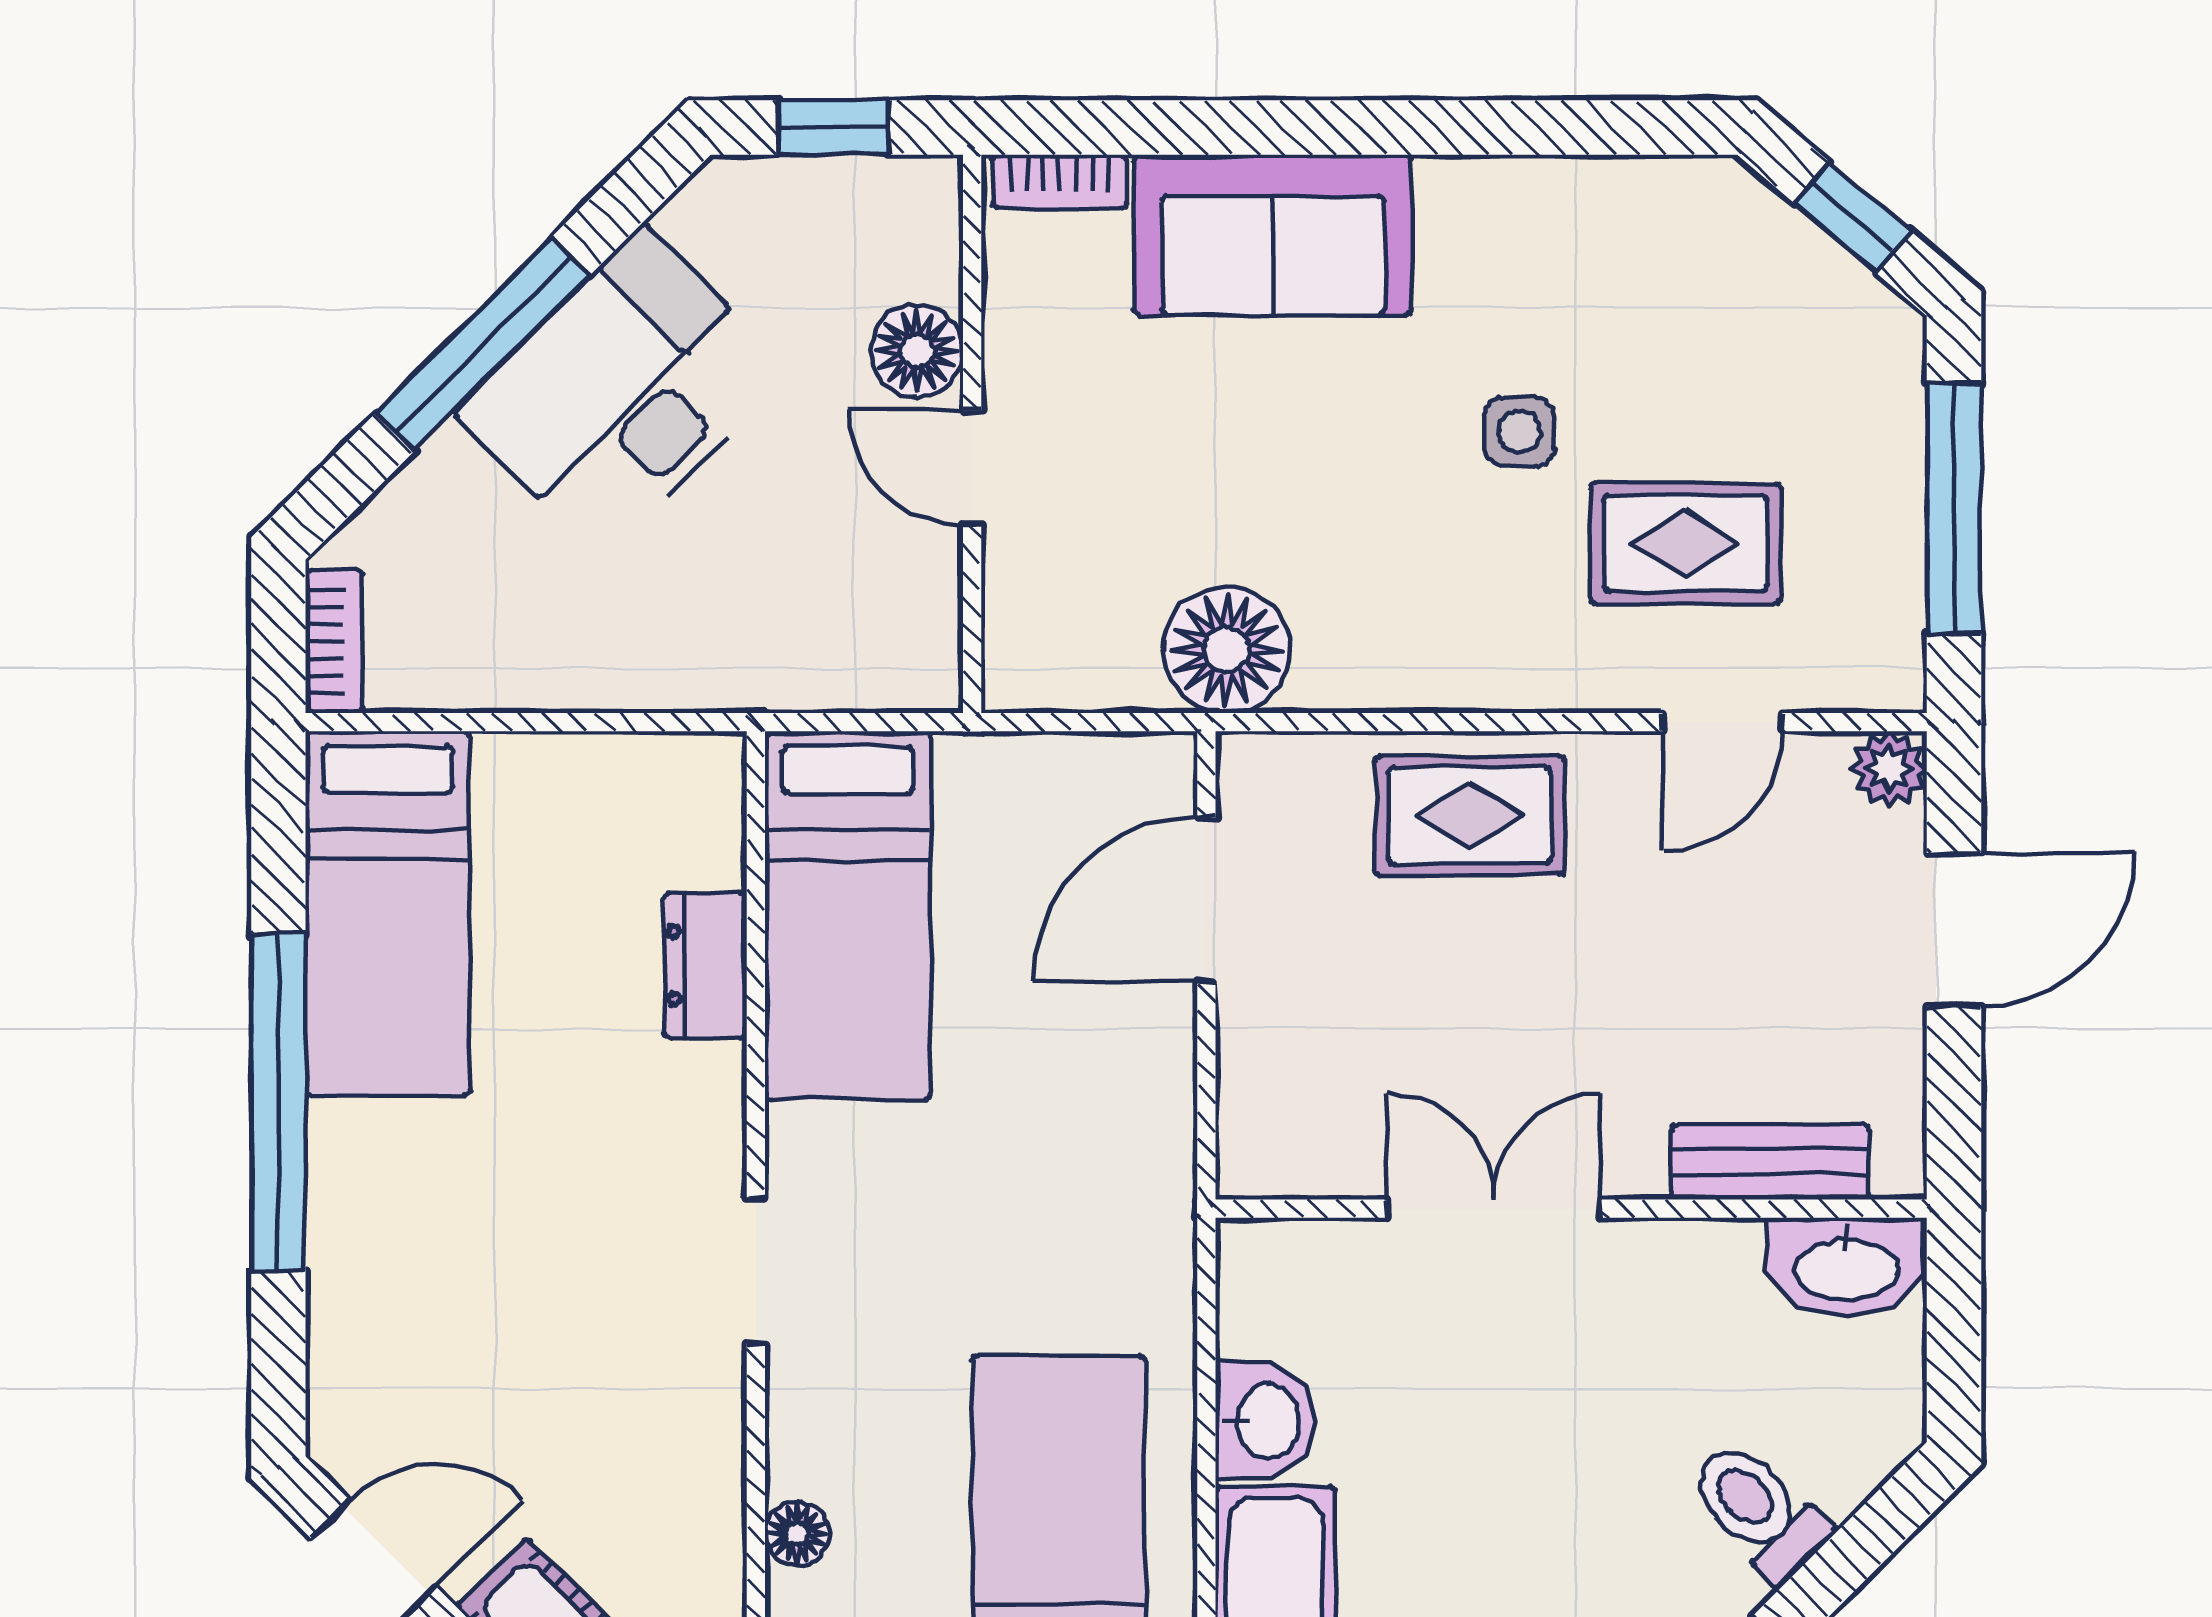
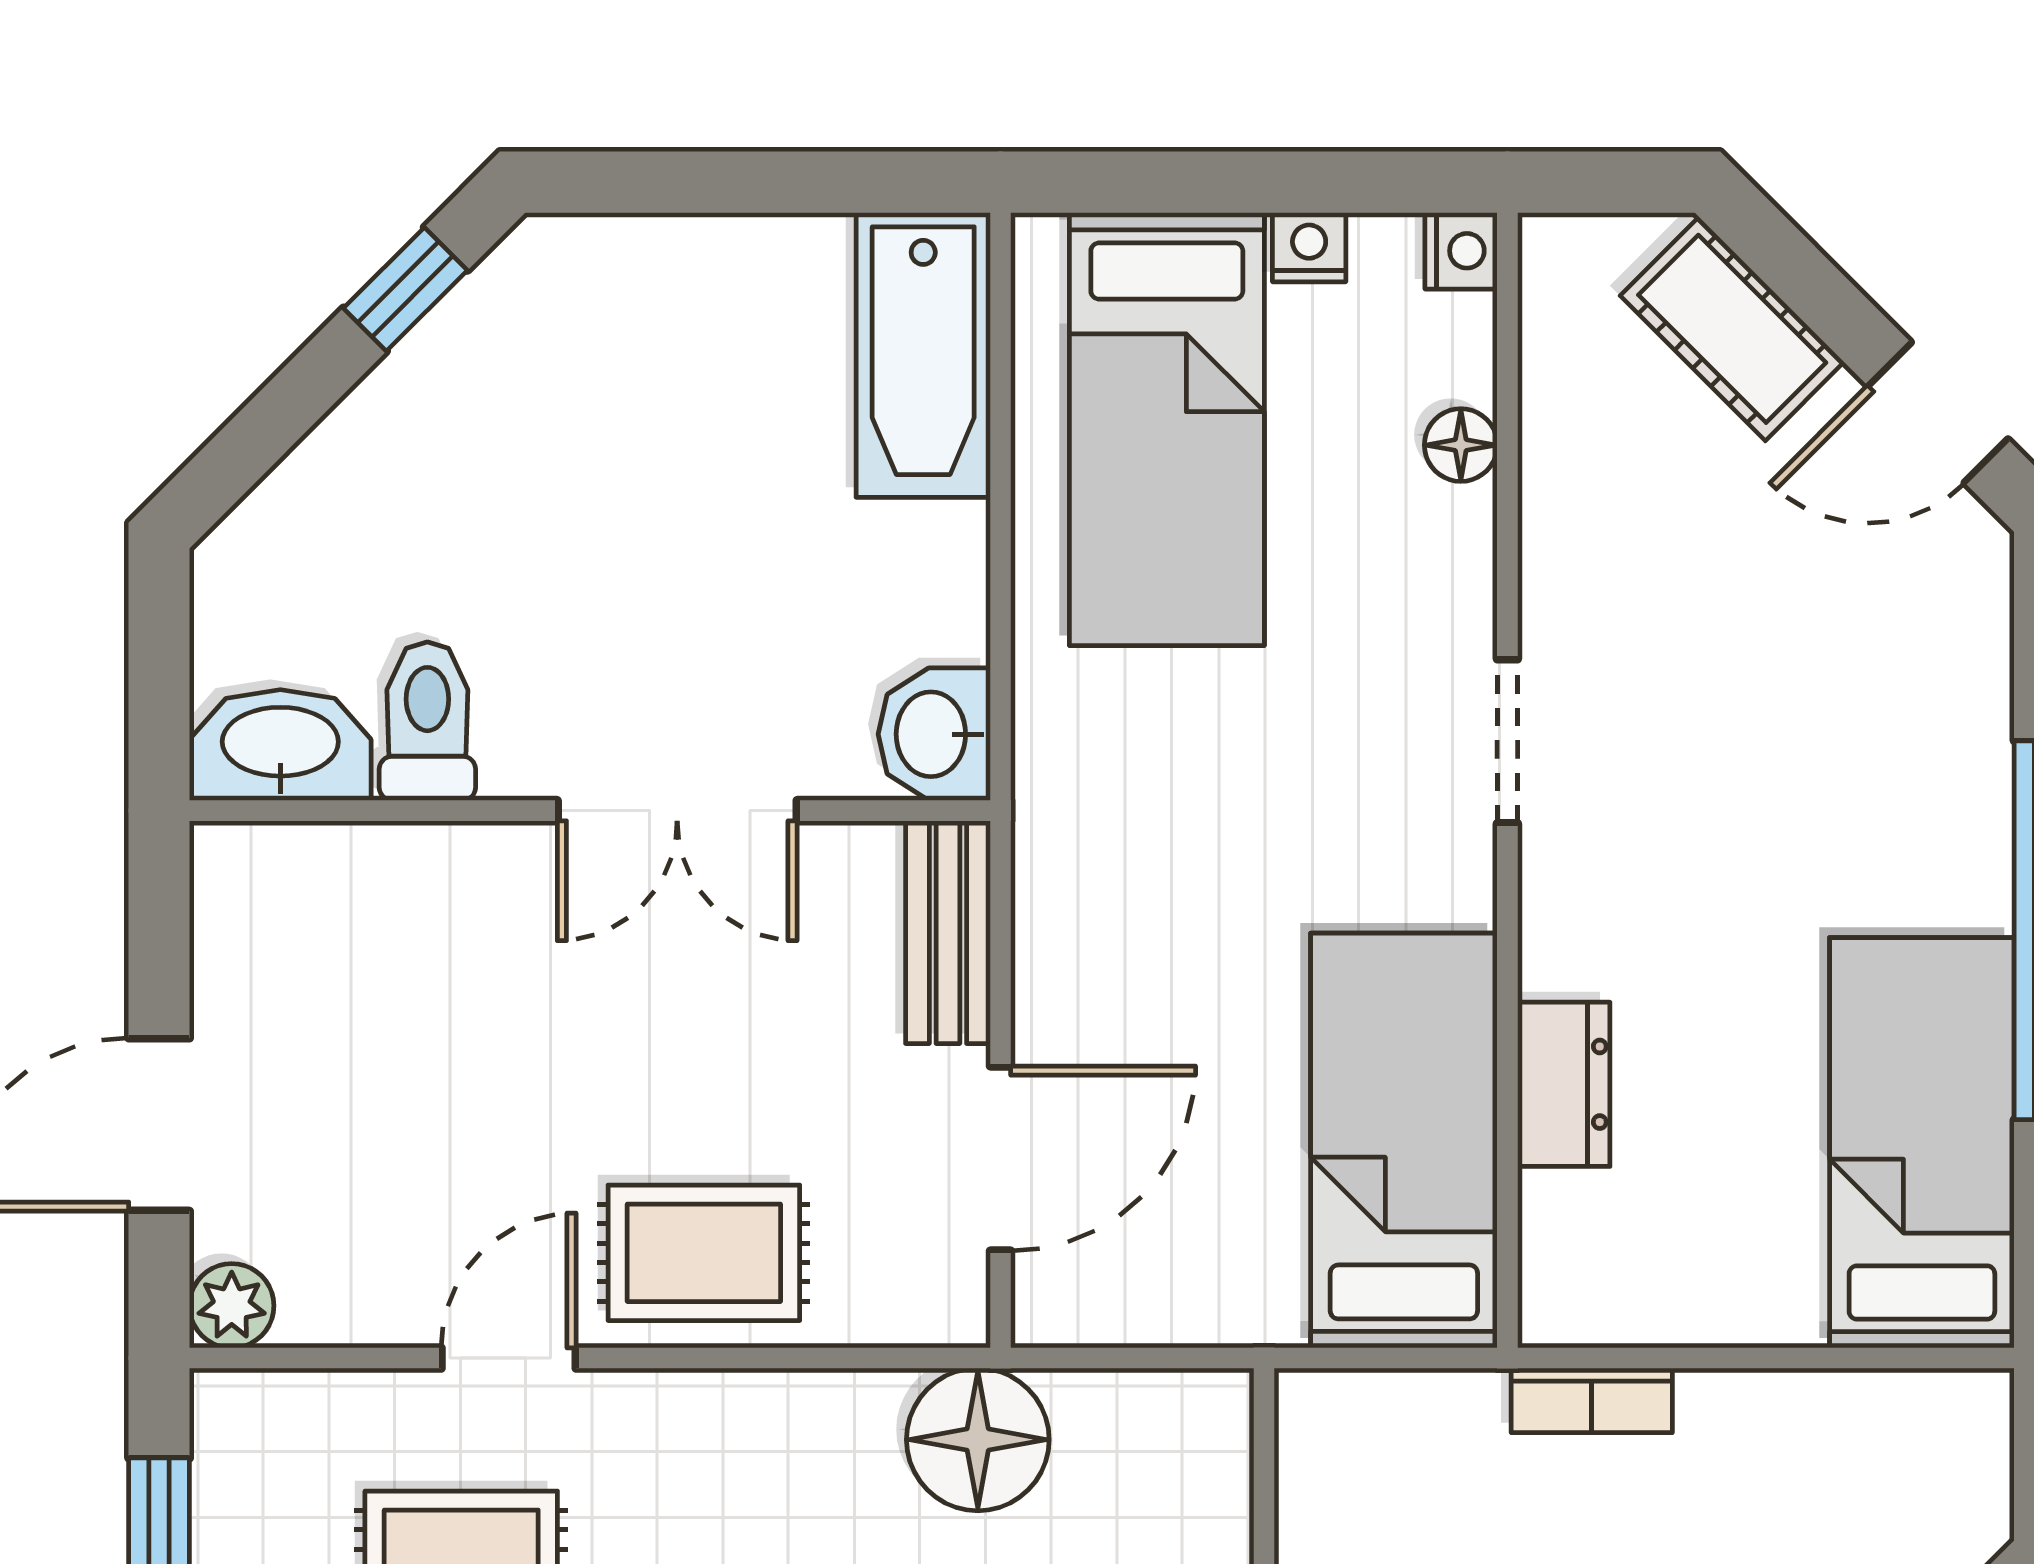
bookcase: (334, 642) -> (1592, 1400), moved, turned -90
door: (1722, 722) -> (509, 1358), moved
bench: (1770, 1162) -> (948, 933), moved, turned 90
washbasin: (1265, 1421) -> (934, 734), moved
toilet: (1759, 1510) -> (427, 721), moved, turned -135

